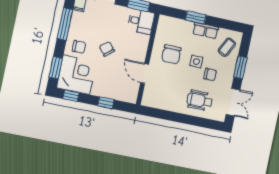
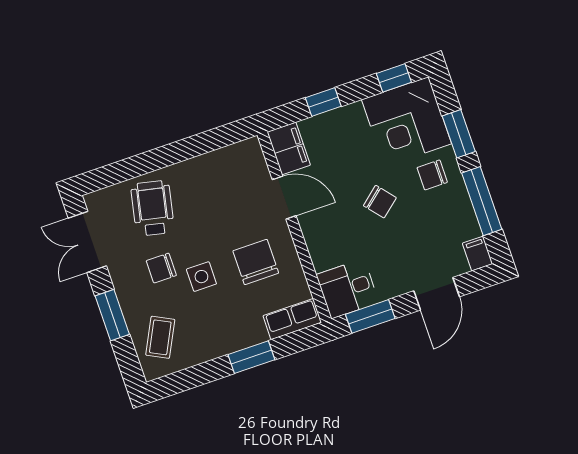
row of seats: (206, 30) -> (292, 319), moved
window: (56, 68) -> (459, 134), moved
filing cabinet: (131, 92) -> (289, 148), added
wheelchair: (200, 100) -> (153, 208), turned -78

